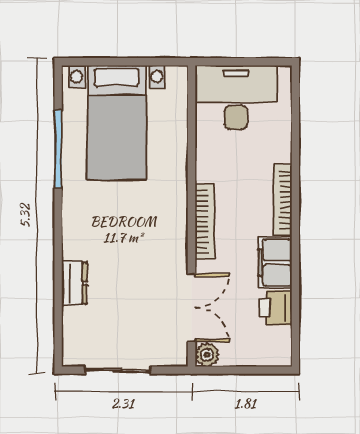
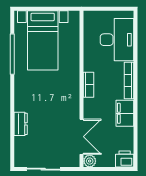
desk: (236, 97) -> (117, 40), moved, turned 90
bookcase: (205, 222) -> (88, 85), width x0.64
printer: (276, 308) -> (125, 159), moved, turned 90

